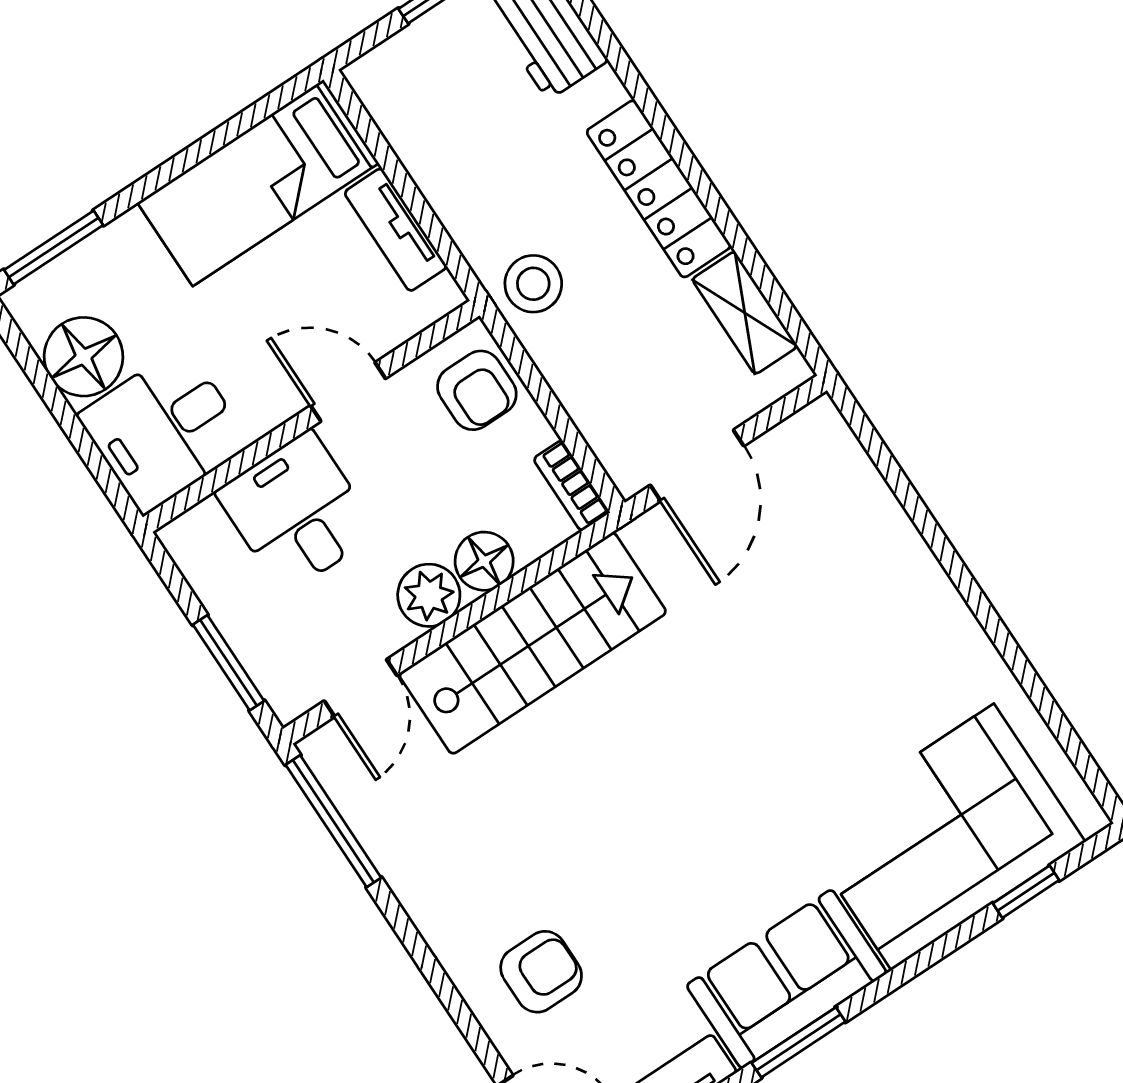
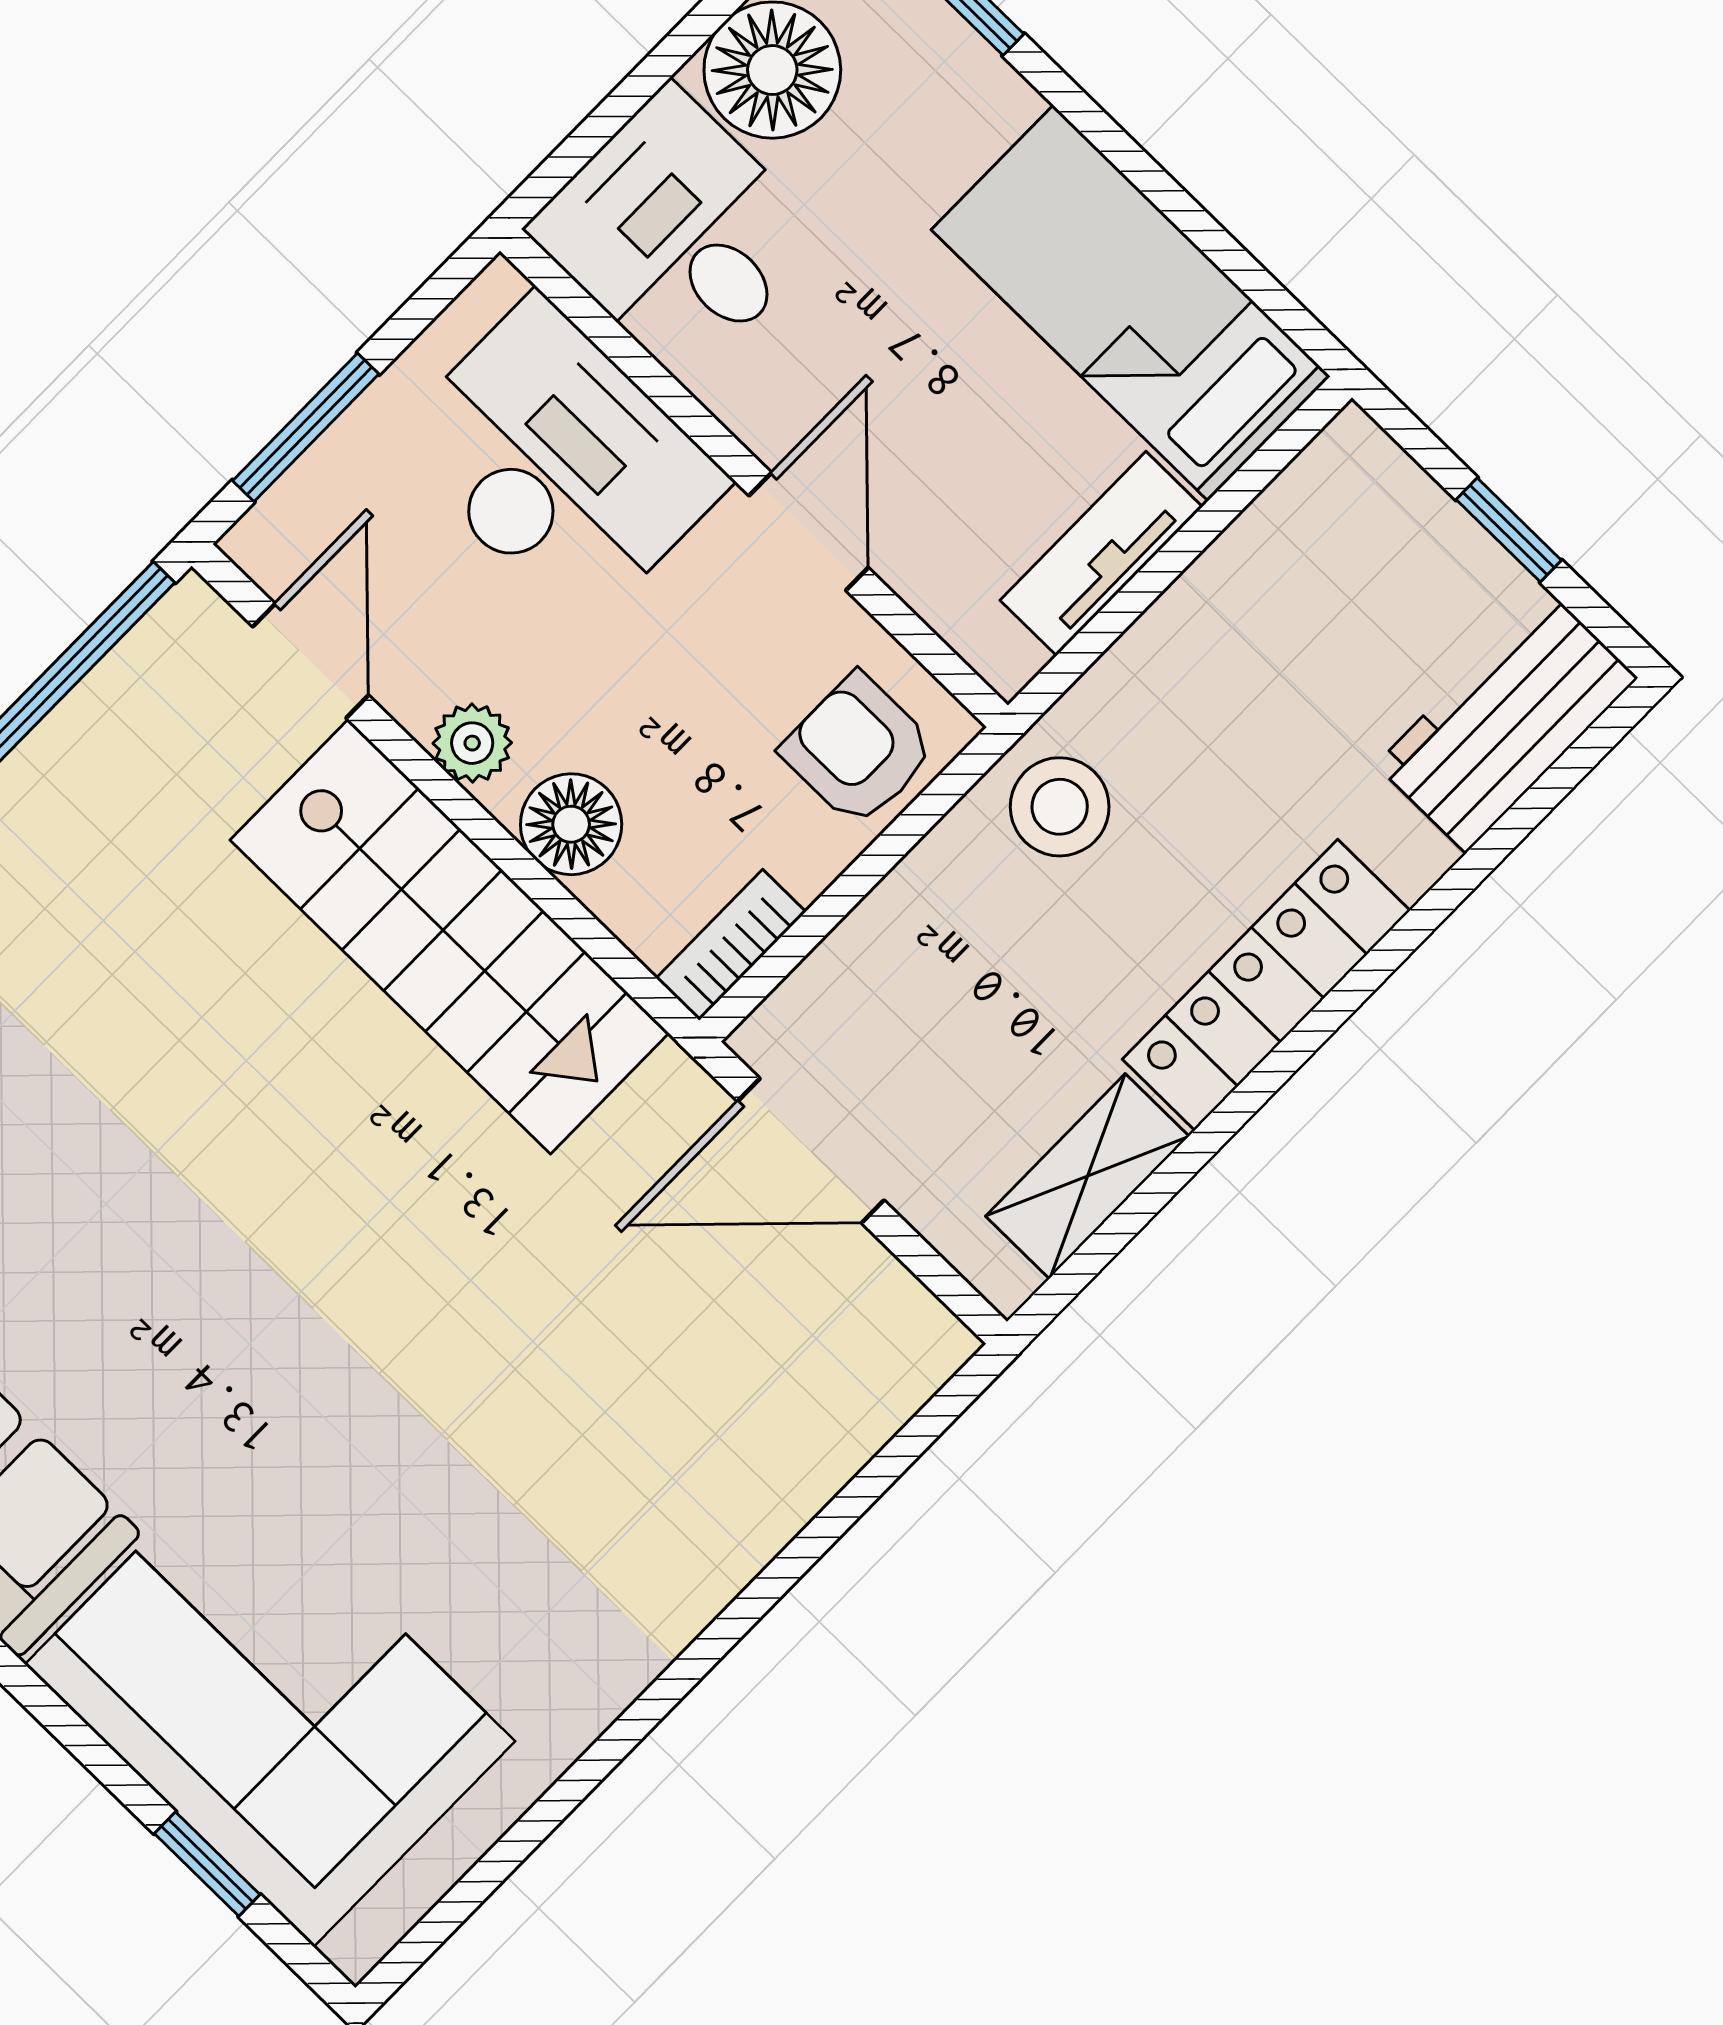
armchair: (477, 390) -> (858, 750), turned 90
desk: (297, 512) -> (559, 462), width x1.37
plant: (429, 595) -> (472, 743), width x0.73, depth x0.73
door: (361, 688) -> (311, 661), swing flipped

